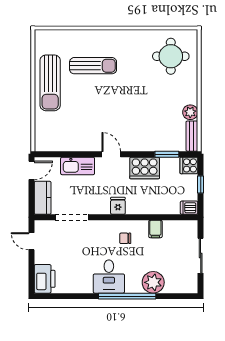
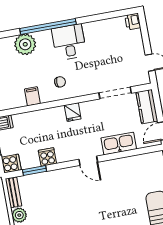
cooker: (145, 168) -> (47, 157), width x0.53, depth x0.76
printer: (45, 279) -> (133, 22), width x0.53, depth x0.68

